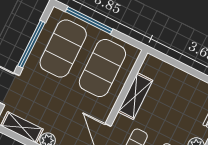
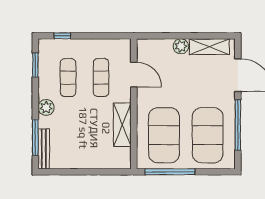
window: (89, 20) -> (170, 172), moved

